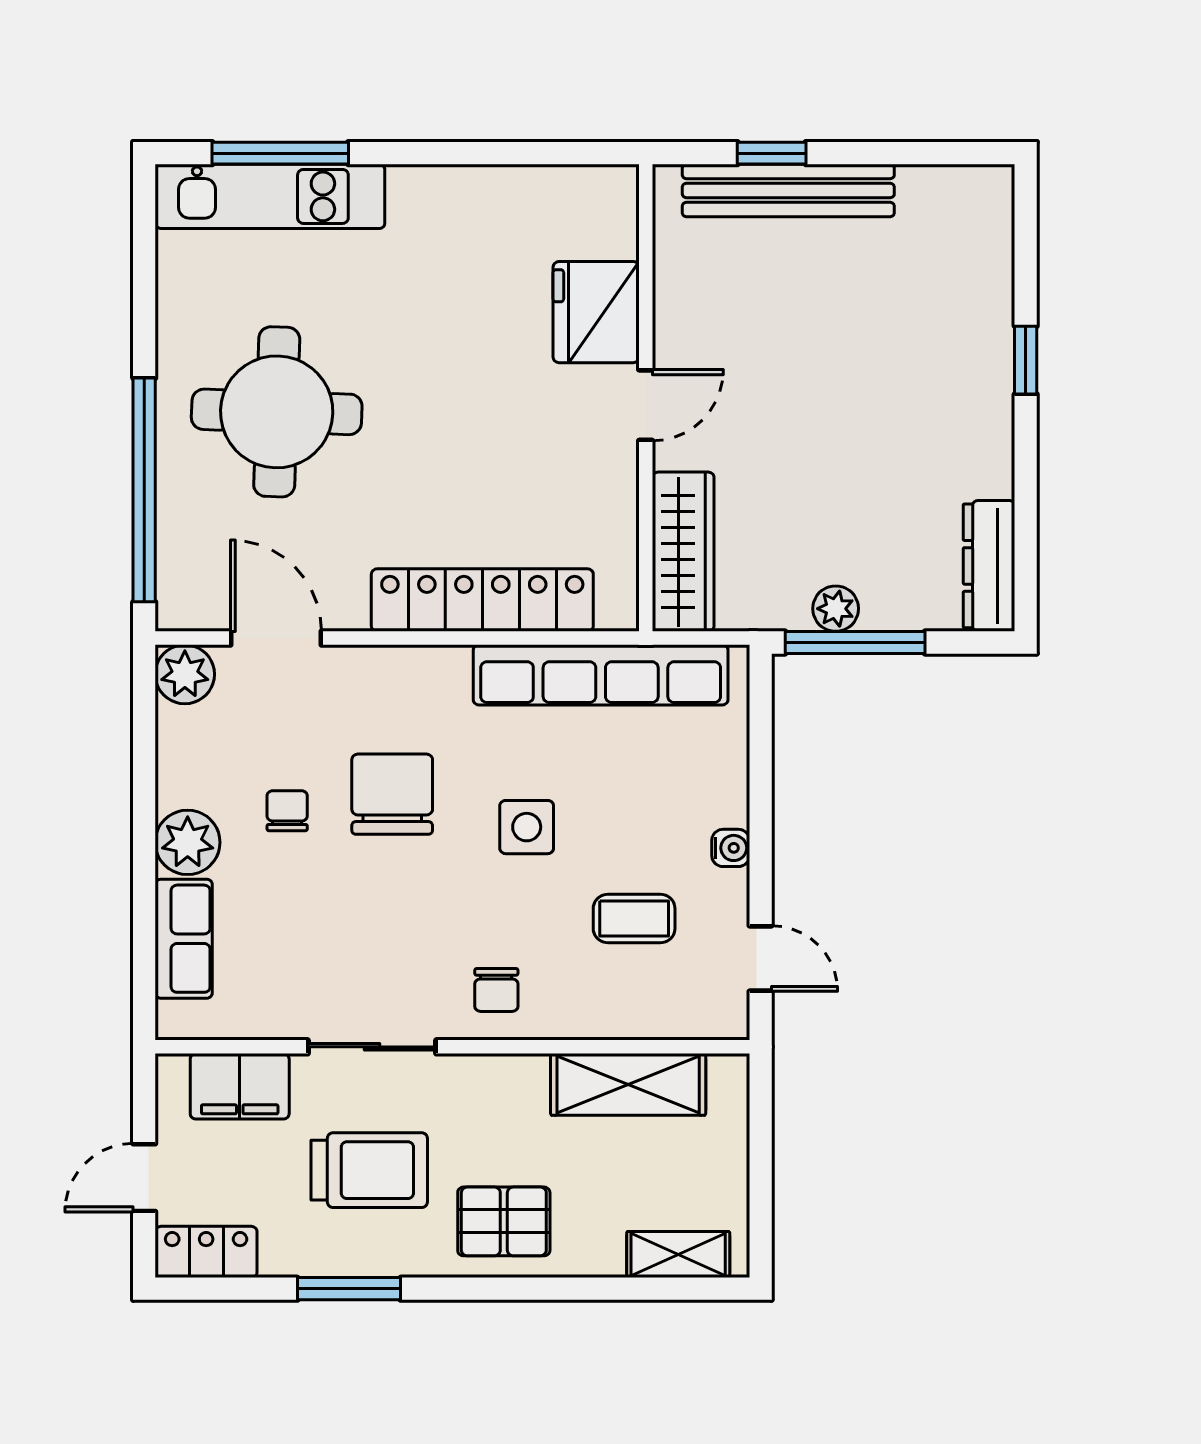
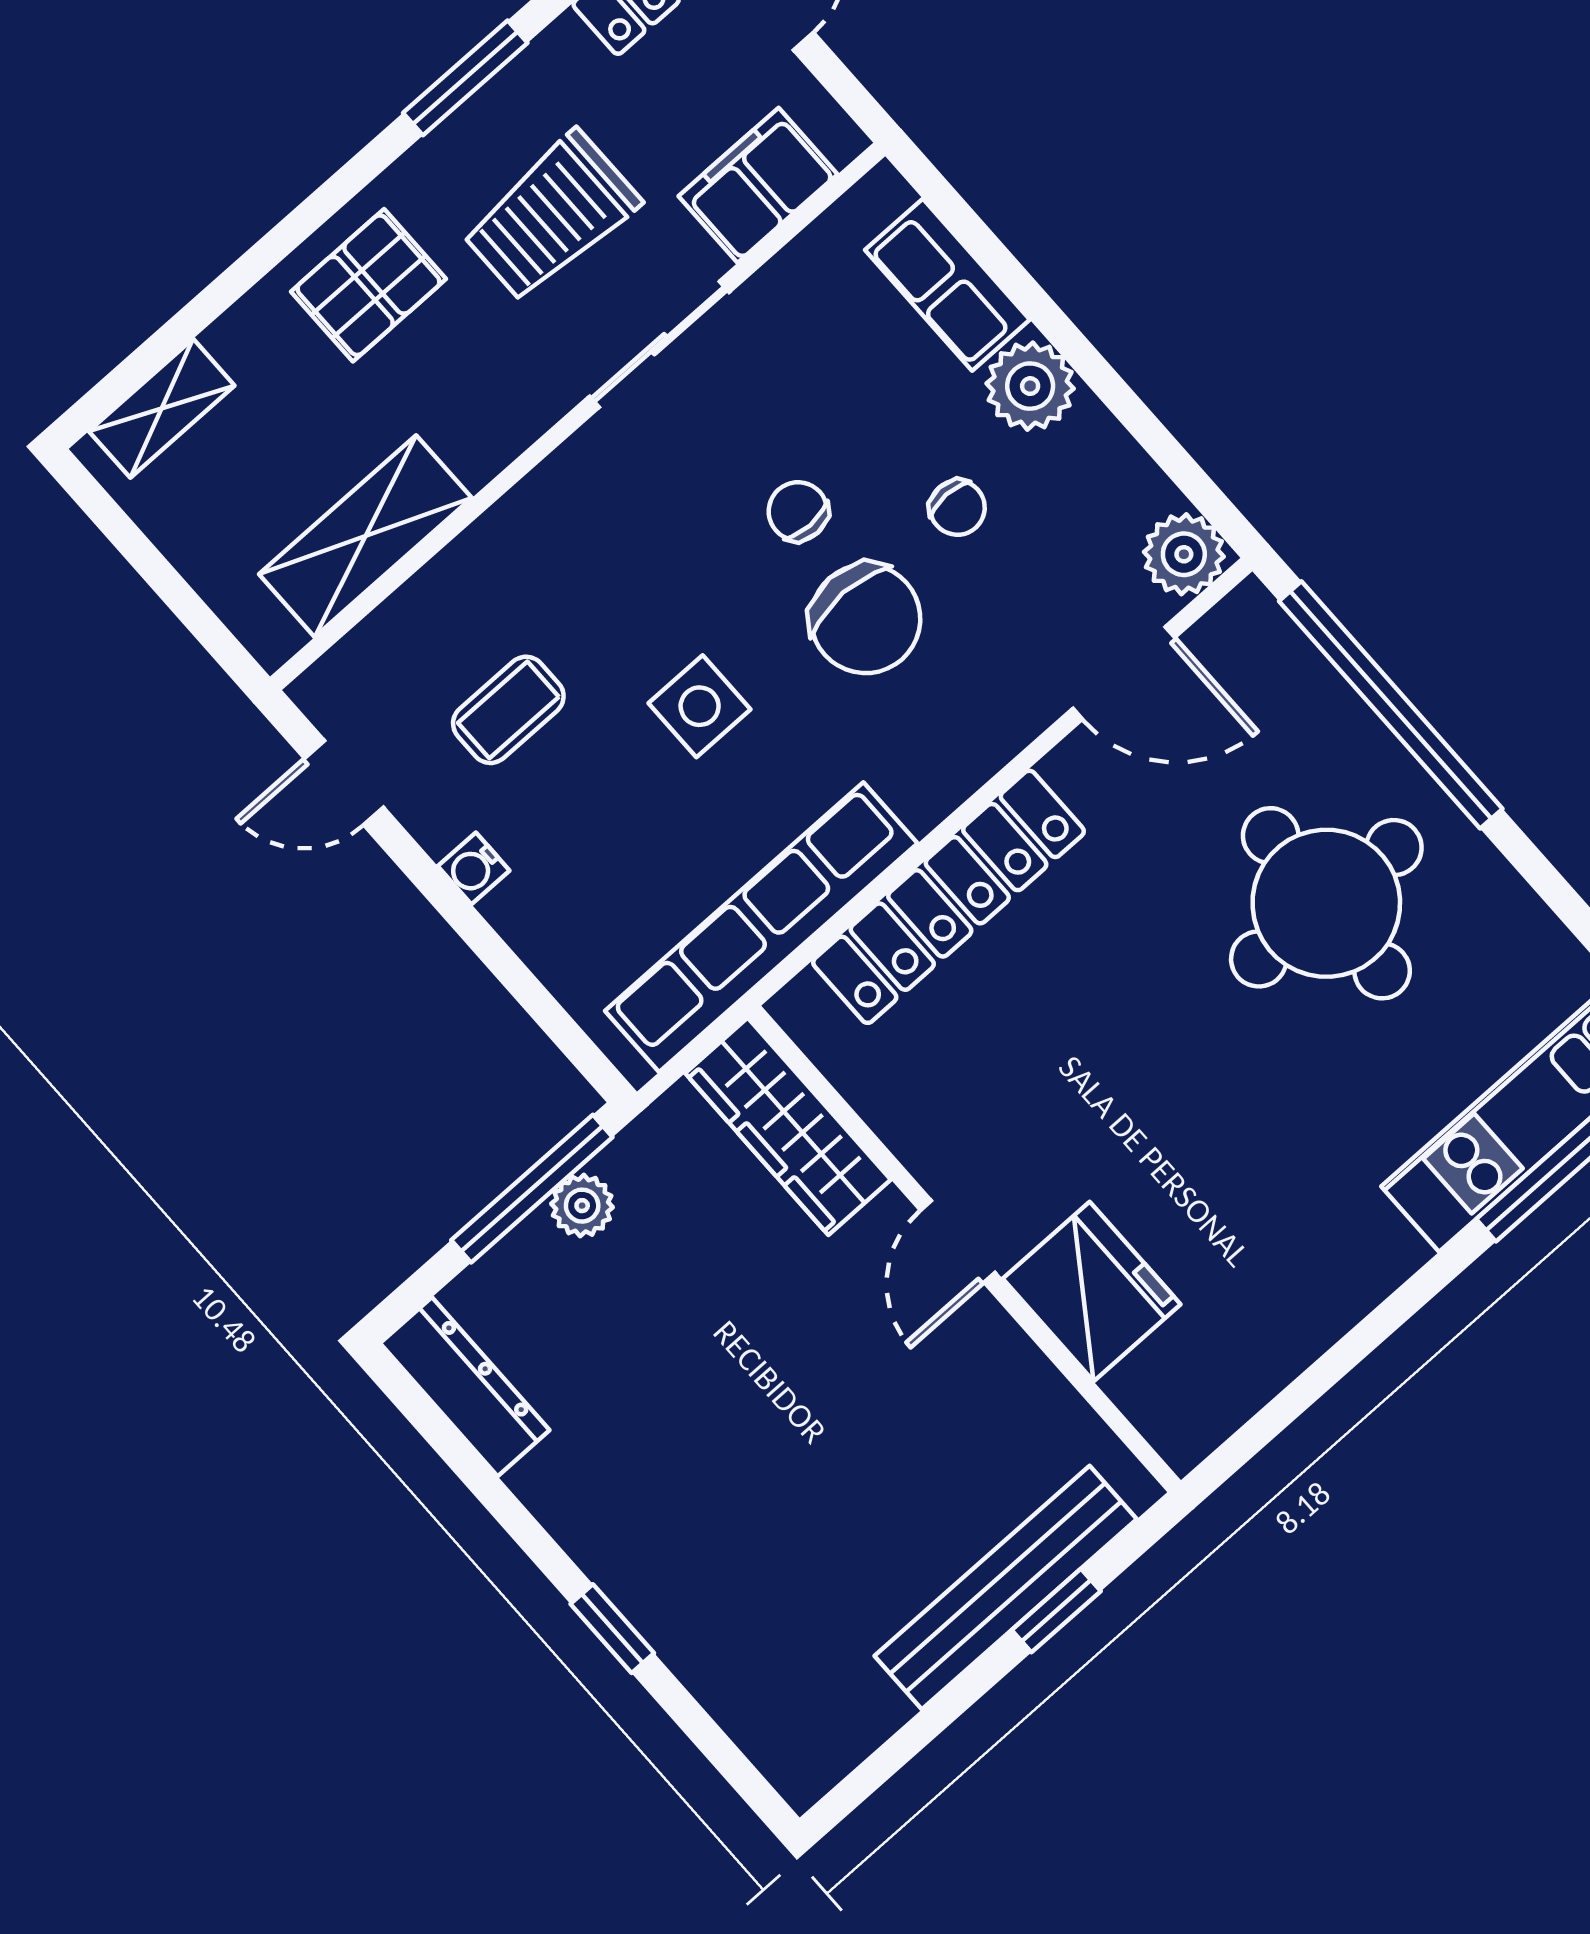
chair: (496, 990) -> (798, 511), moved

